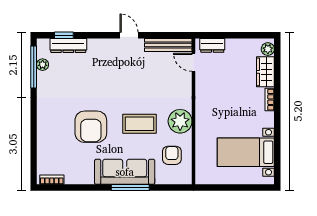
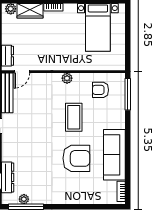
plant: (180, 121) -> (67, 78), width x0.53, depth x0.53
sofa: (125, 172) -> (114, 155), moved
window: (130, 188) -> (128, 94), moved

